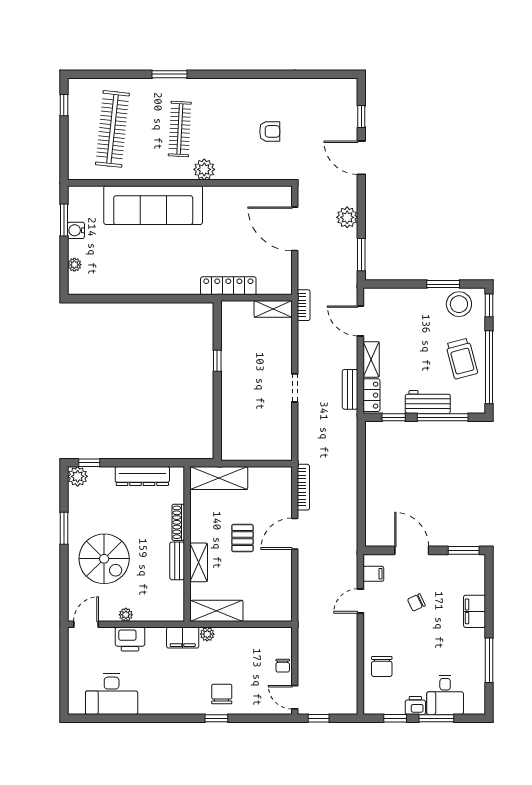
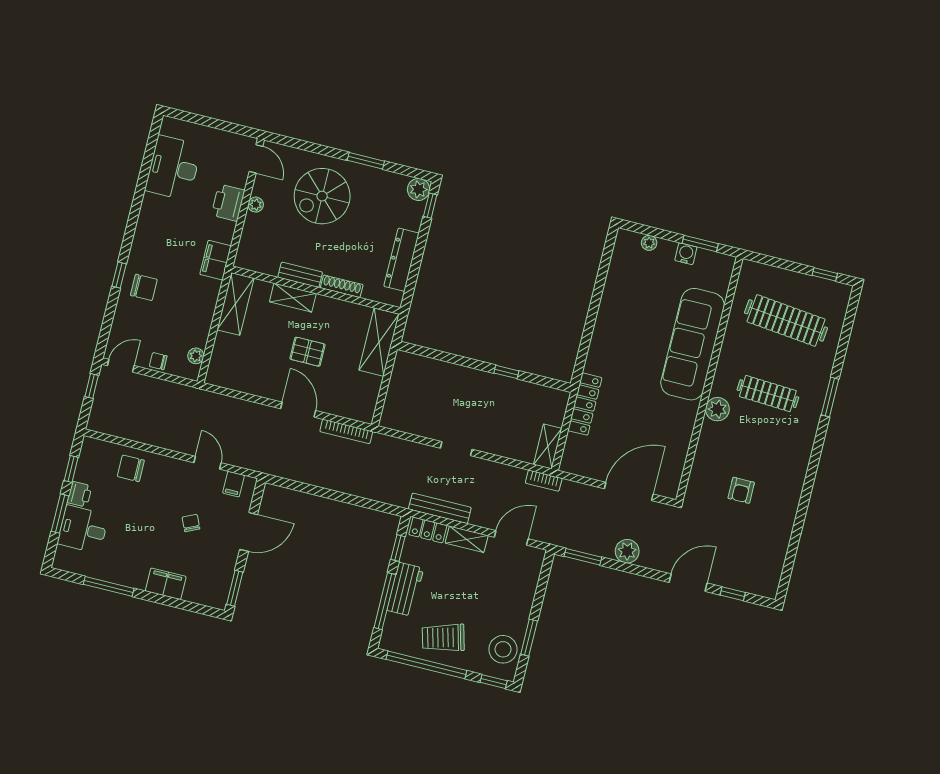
bench: (350, 389) -> (440, 508), width x1.36
plant: (207, 634) -> (196, 356), moved

